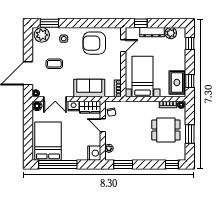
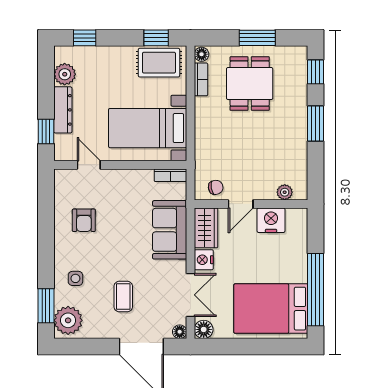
armchair: (94, 43) -> (84, 220), width x0.53, depth x0.53
nightstand: (94, 153) -> (271, 220), moved
window: (123, 164) -> (316, 123), moved

